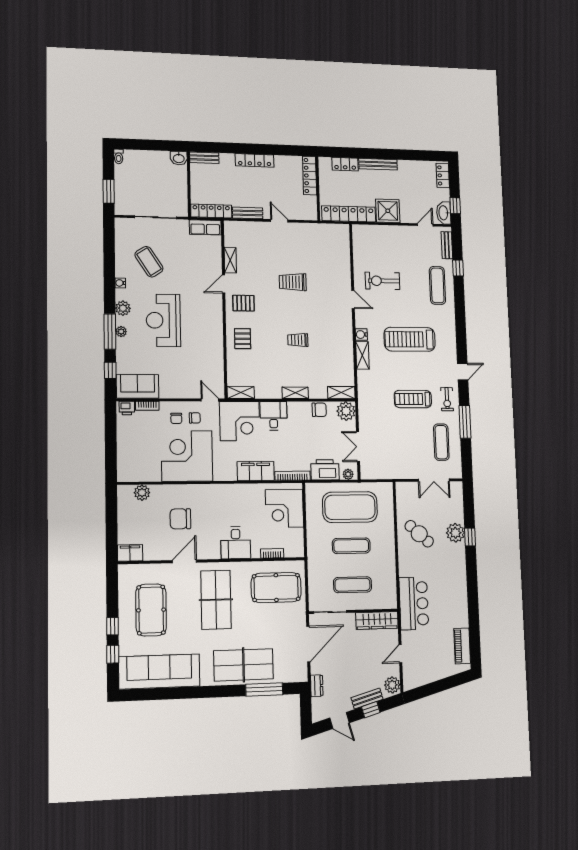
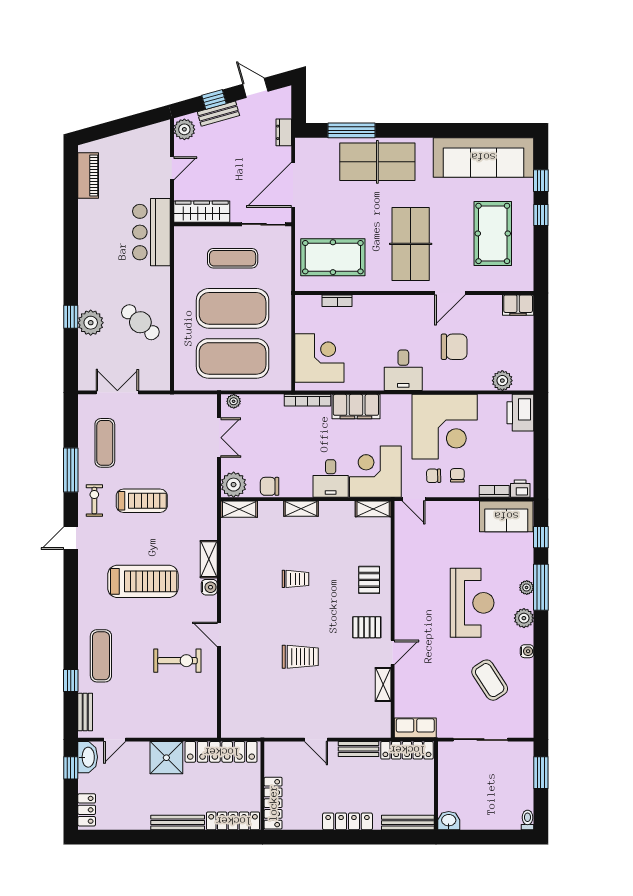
bench: (204, 158) -> (408, 823), width x1.36
locker: (345, 164) -> (233, 821), width x1.53
printer: (325, 470) -> (520, 413), moved, turned 90
desk: (236, 543) -> (403, 370), moved, turned 180
exercise mat: (351, 546) -> (233, 308), width x2.00, depth x1.45

